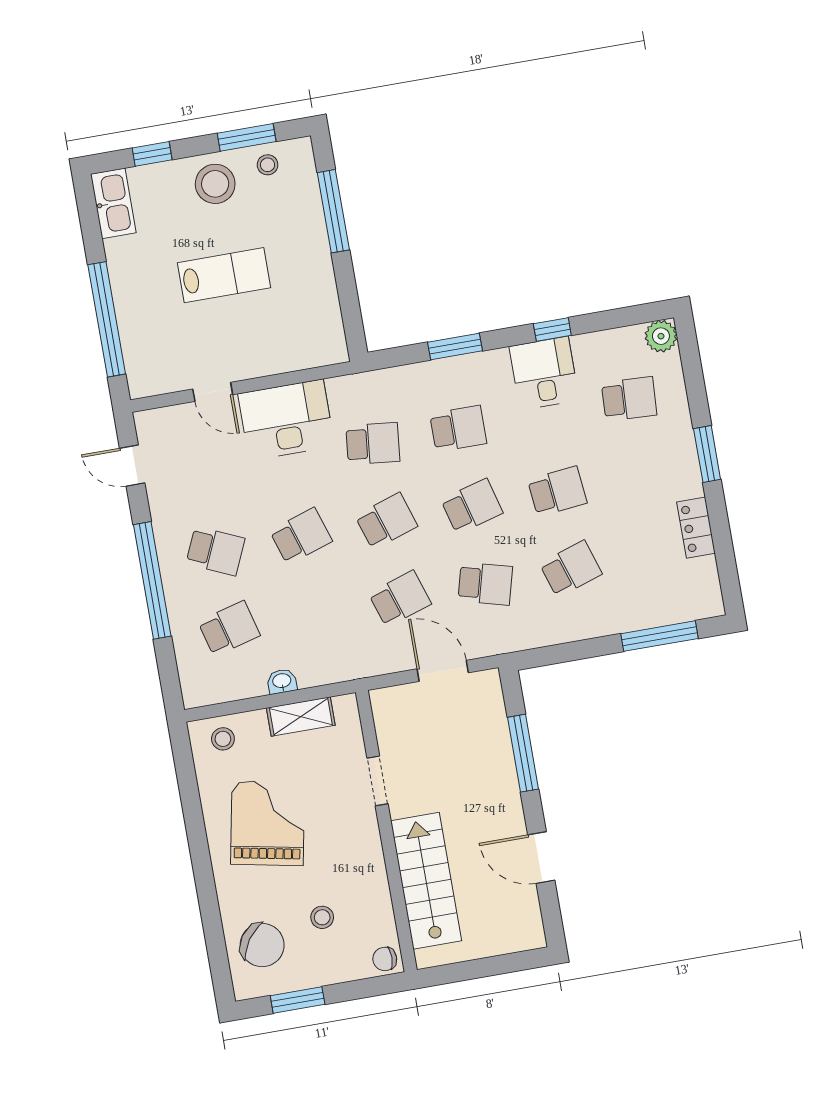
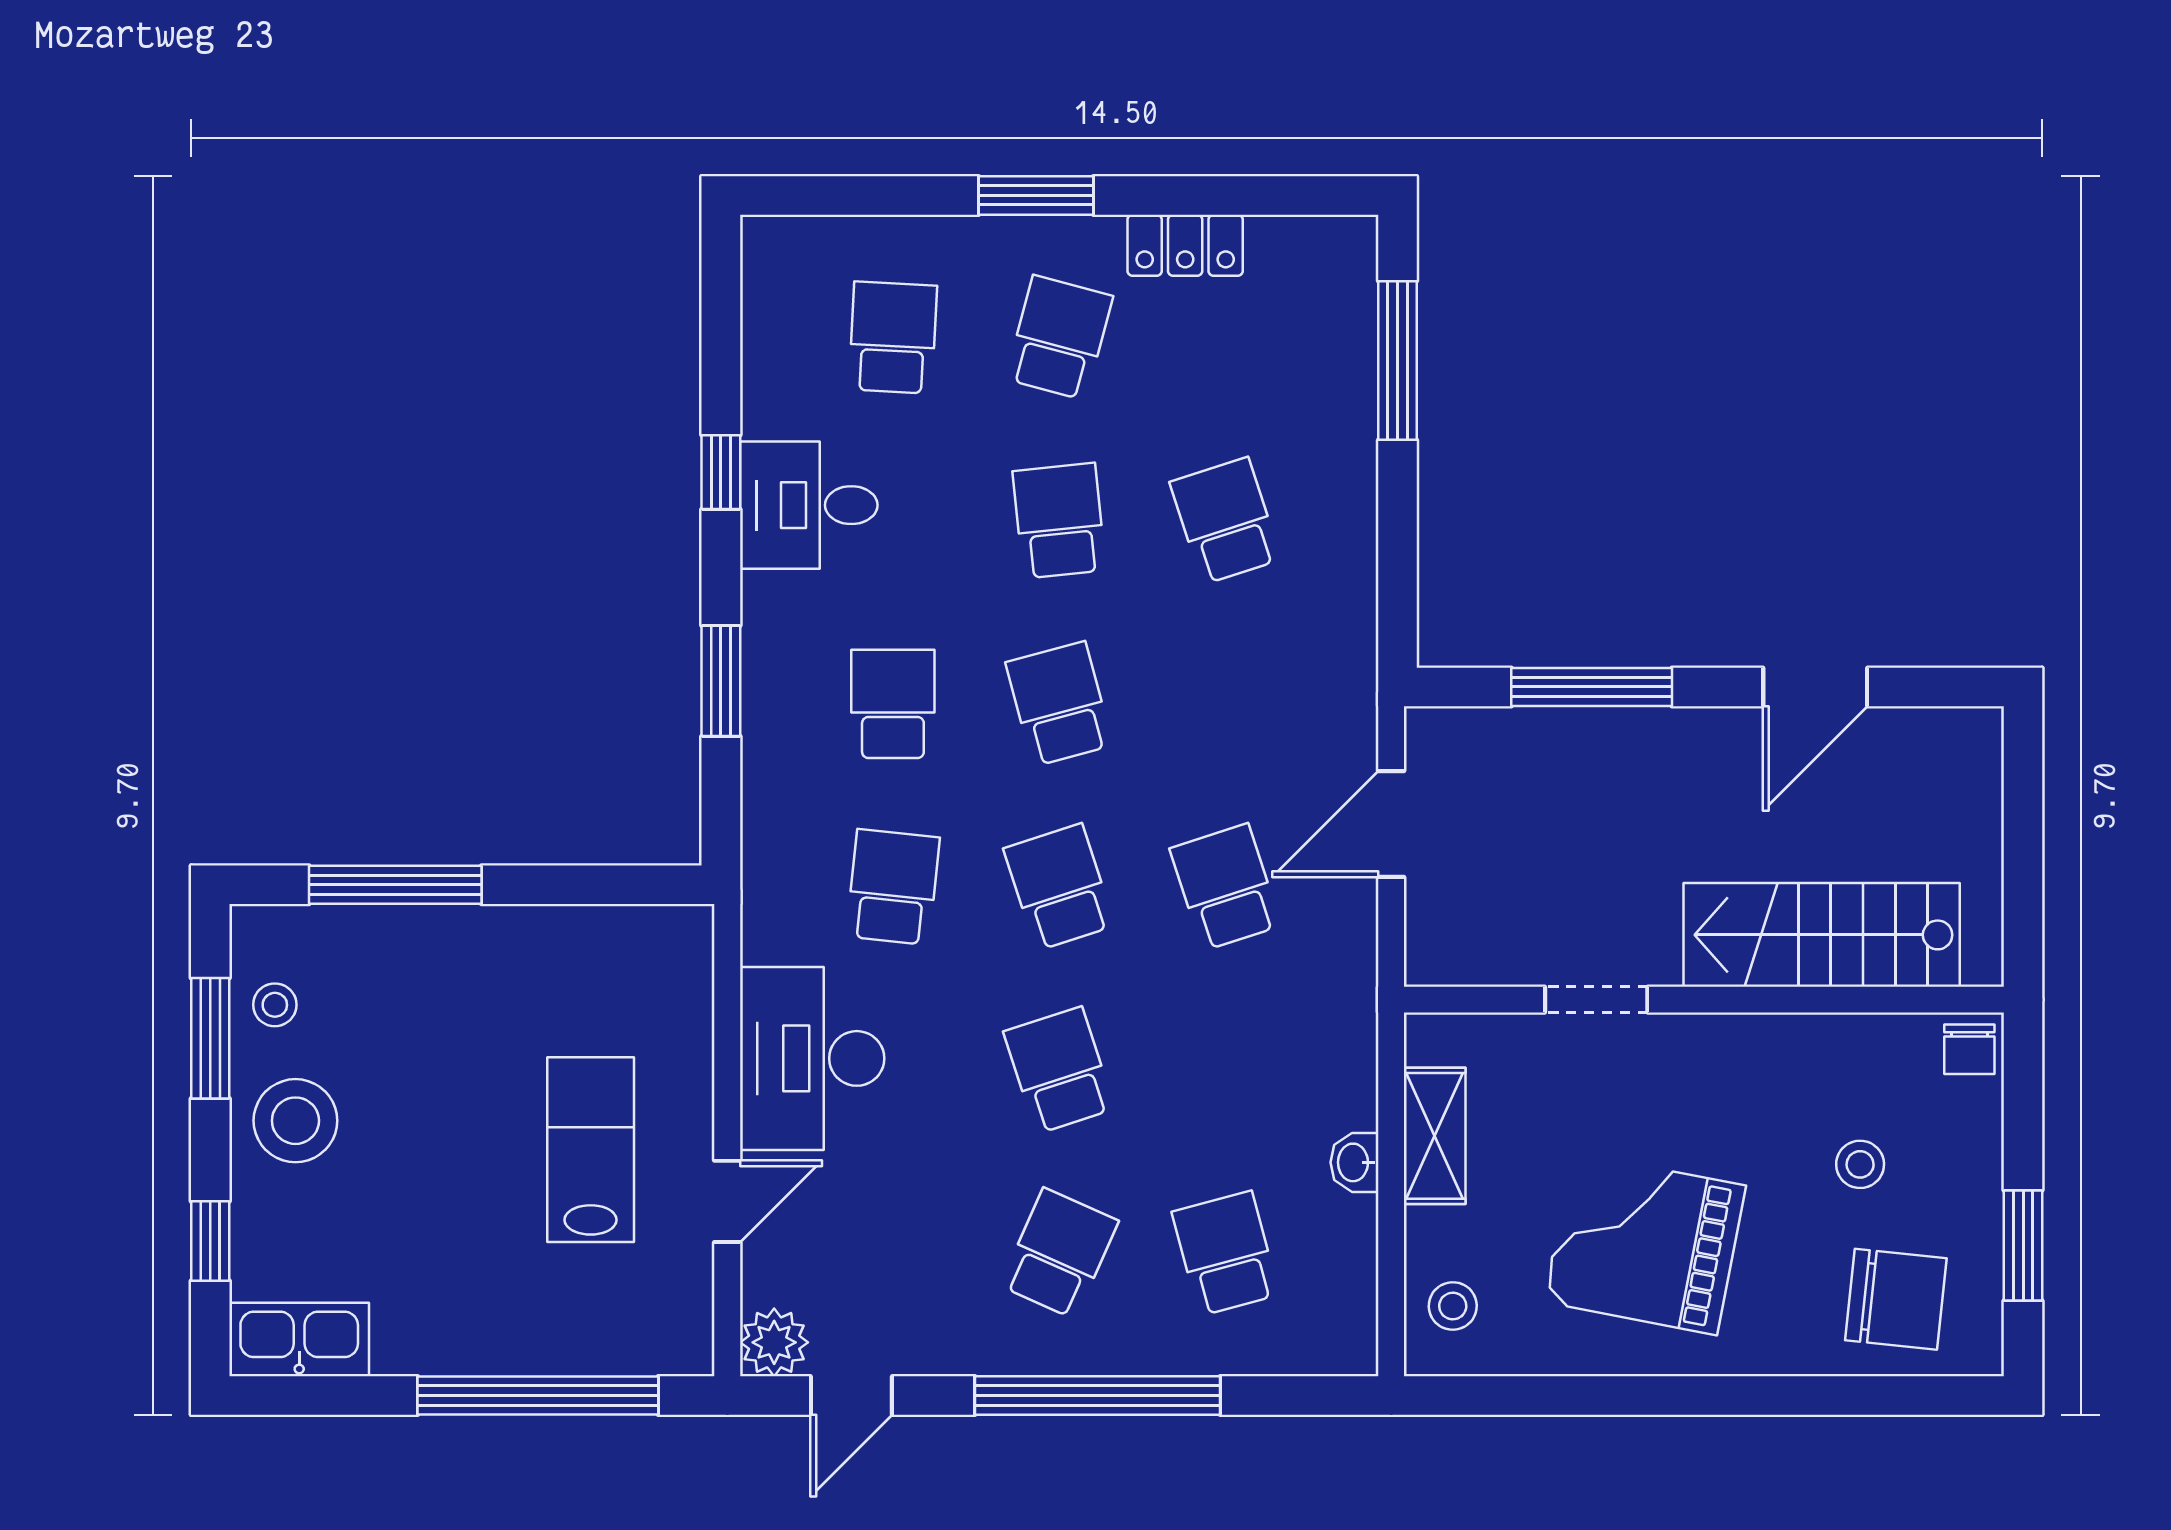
lab bench: (224, 275) -> (591, 1150), moved
plant: (661, 336) -> (774, 1342), moved
school desk: (485, 584) -> (1059, 338), moved
chair: (262, 945) -> (1896, 1299), turned 61

